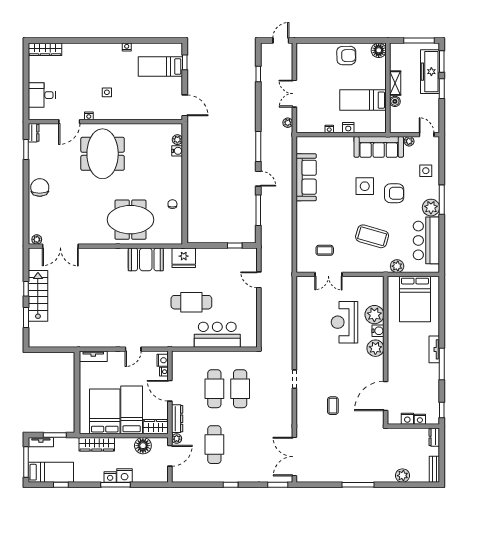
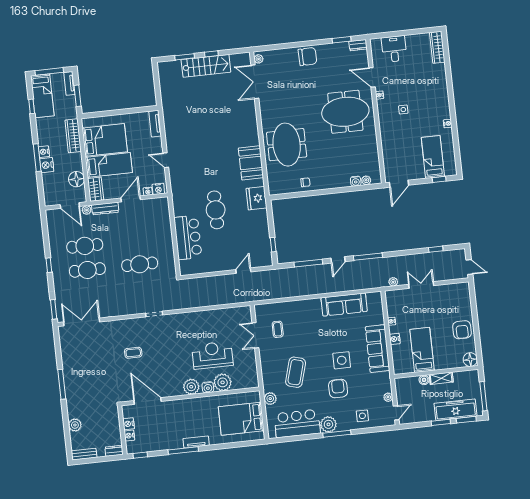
sofa: (379, 147) -> (378, 349), moved
armchair: (394, 193) -> (338, 389), turned 180
cafe table: (214, 389) -> (87, 270), moved

